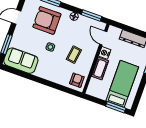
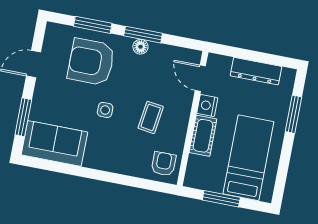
window: (92, 16) -> (143, 35), moved
window: (116, 107) -> (221, 199), moved

